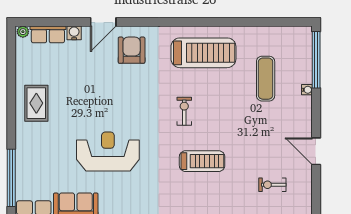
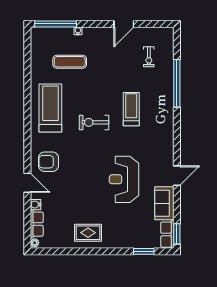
exercise bike: (184, 111) -> (94, 122), width x1.38, depth x1.39
window: (11, 178) -> (144, 251), width x0.47

